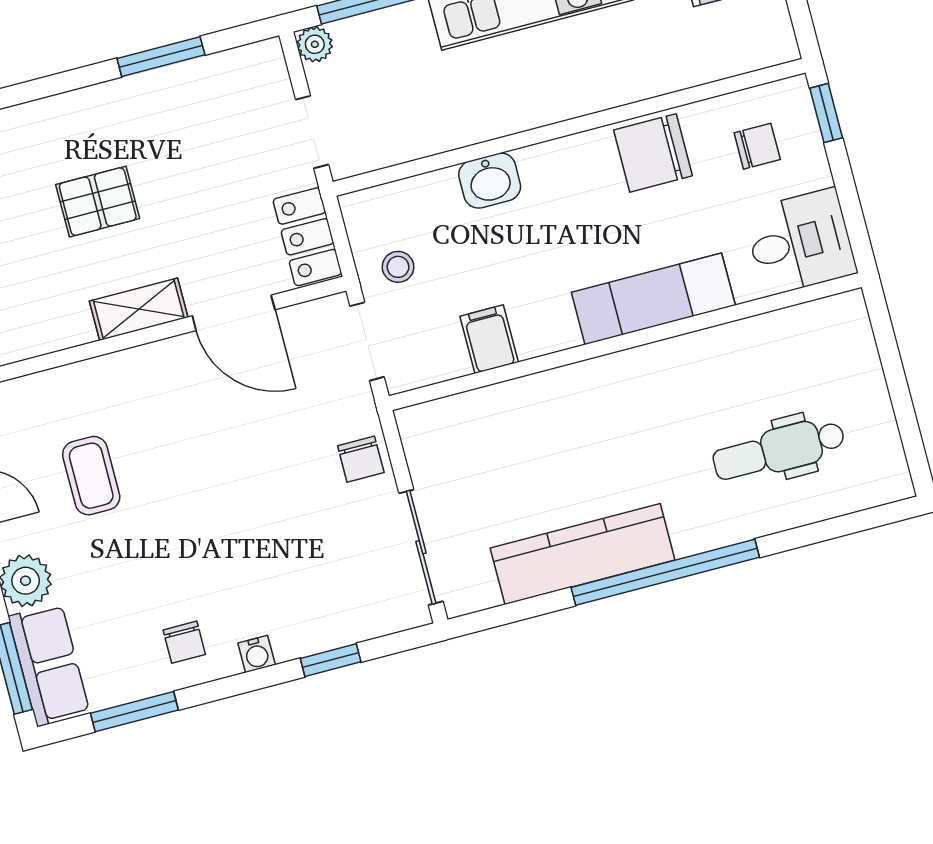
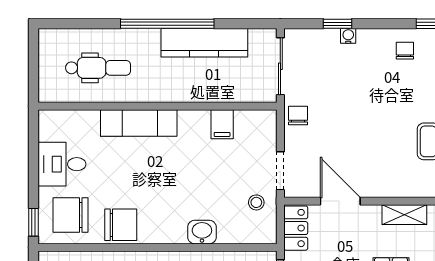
chair: (757, 146) -> (70, 215), width x1.87, depth x1.87
exam couch: (653, 299) -> (139, 123), moved
shelving: (139, 309) -> (404, 215), moved
filing cabinet: (489, 339) -> (222, 124), moved
wall: (625, 342) -> (158, 106), moved
water cooler: (257, 654) -> (348, 36), moved

